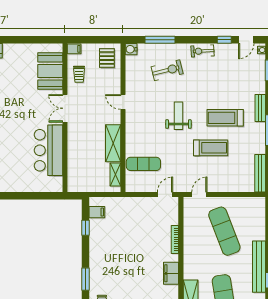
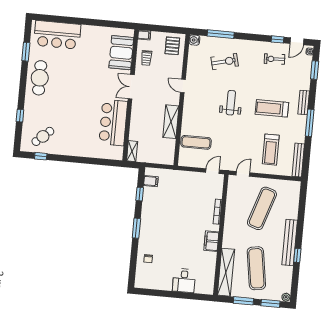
exercise bike: (203, 51) -> (275, 59), moved
treadmill: (211, 148) -> (271, 150), moved, turned 90
shelving: (115, 175) -> (132, 151), moved
exercise mat: (224, 231) -> (262, 208), turned 39
window: (85, 279) -> (136, 228), moved

